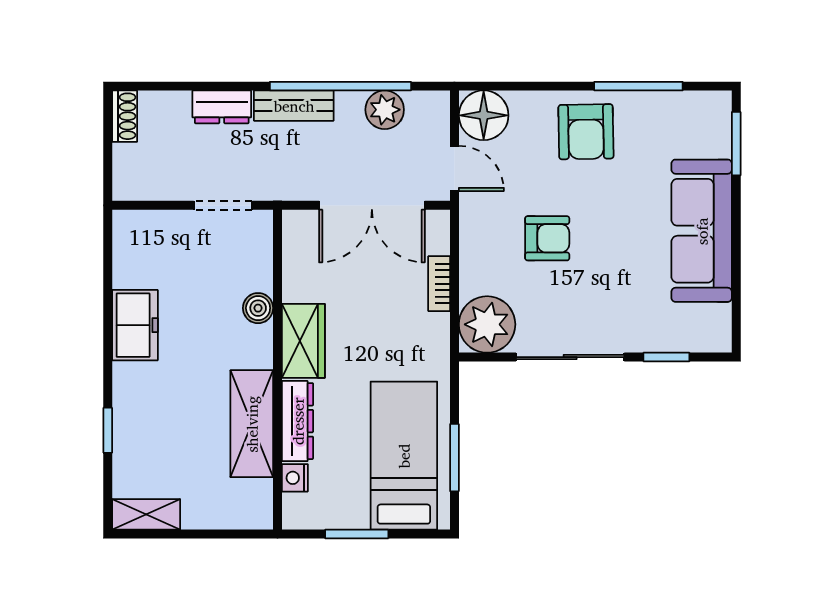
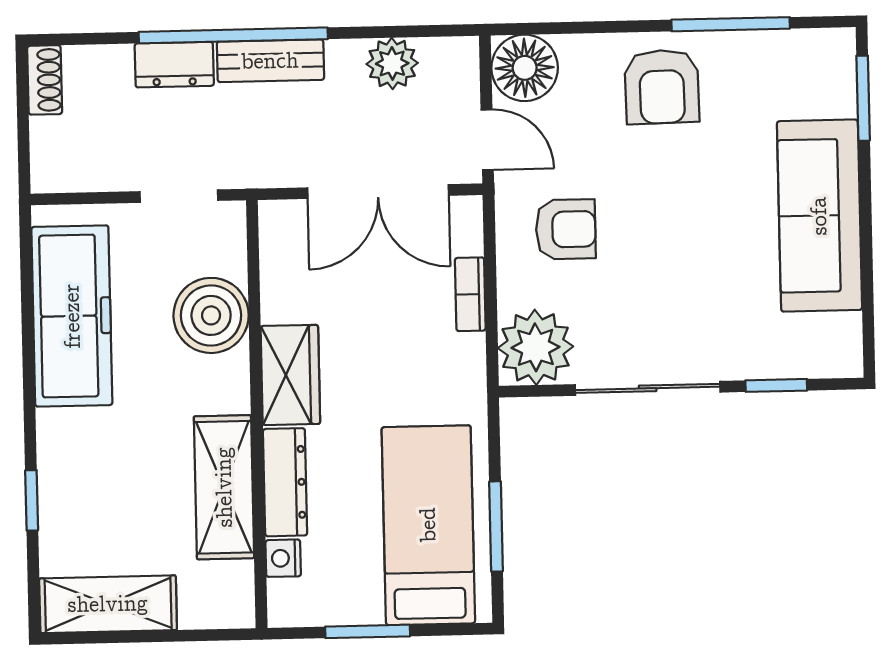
window: (340, 86) -> (233, 35), moved
armchair: (547, 238) -> (566, 229), moved
boiler: (258, 308) -> (211, 315), width x1.86, depth x1.86
freezer: (135, 325) -> (72, 316), width x1.91, depth x1.26
shelving: (146, 514) -> (108, 604), width x1.50, depth x1.33

